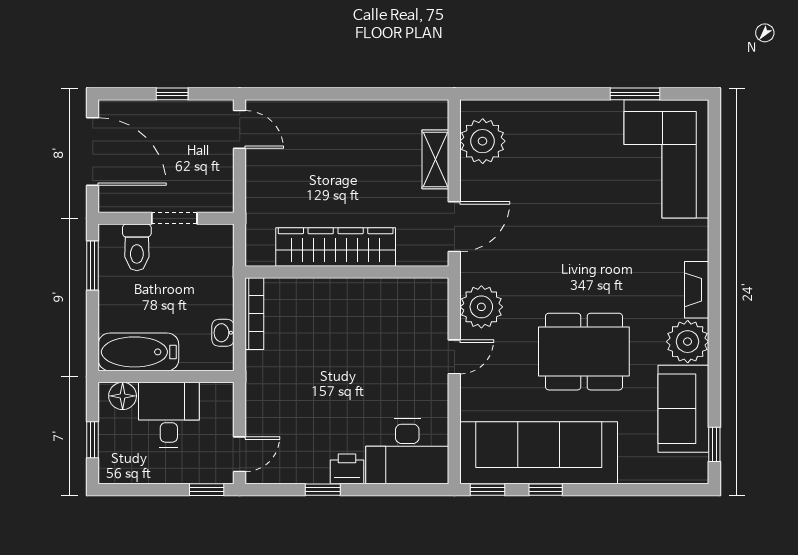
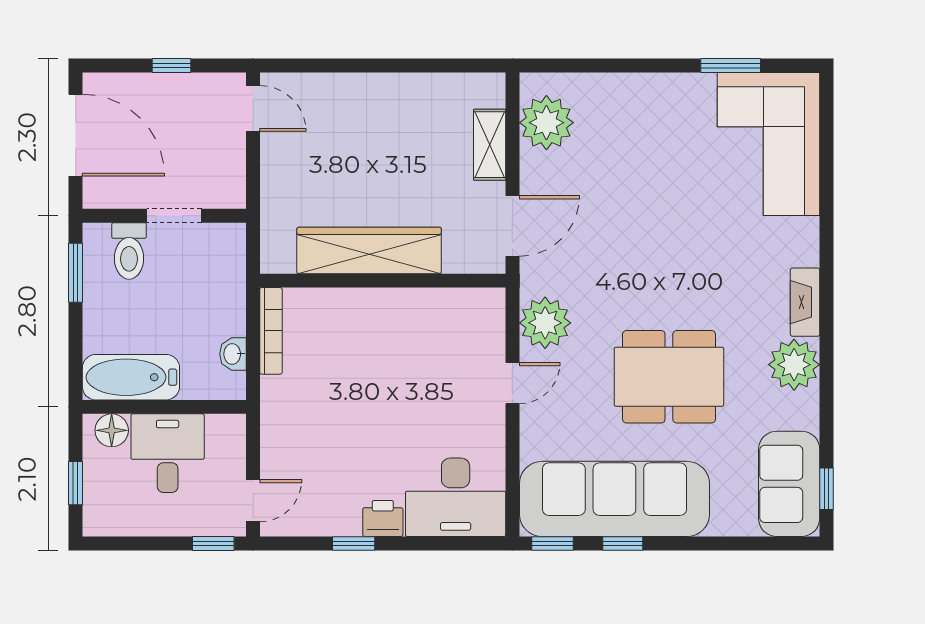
sofa: (683, 409) -> (789, 484), moved

